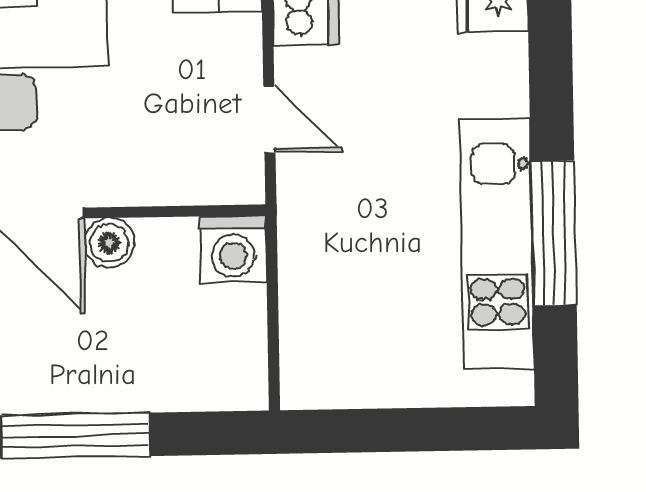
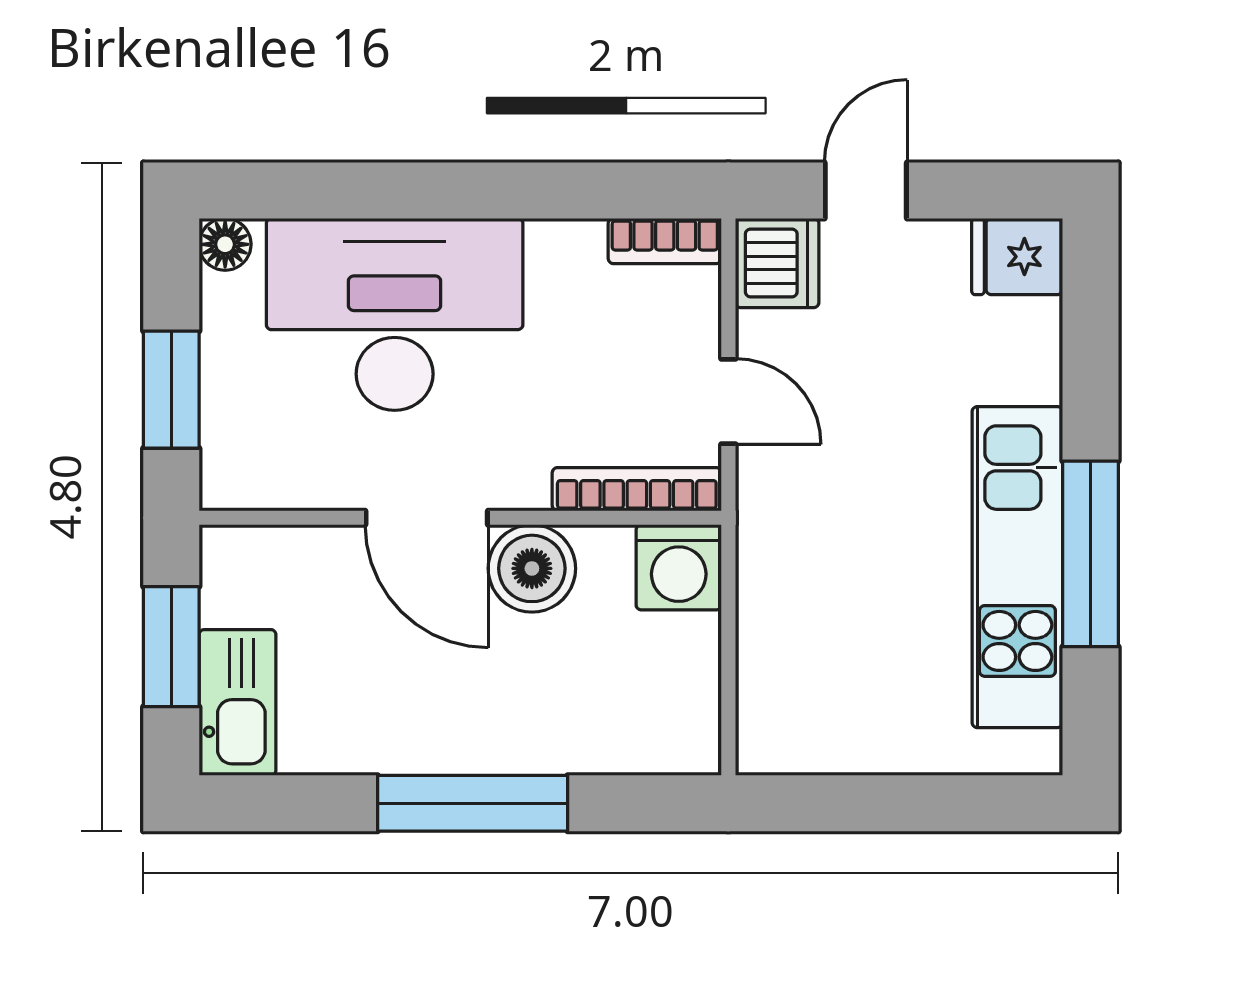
bookcase: (199, 189) -> (637, 489), added
boiler: (109, 243) -> (532, 568), width x1.36, depth x1.36

